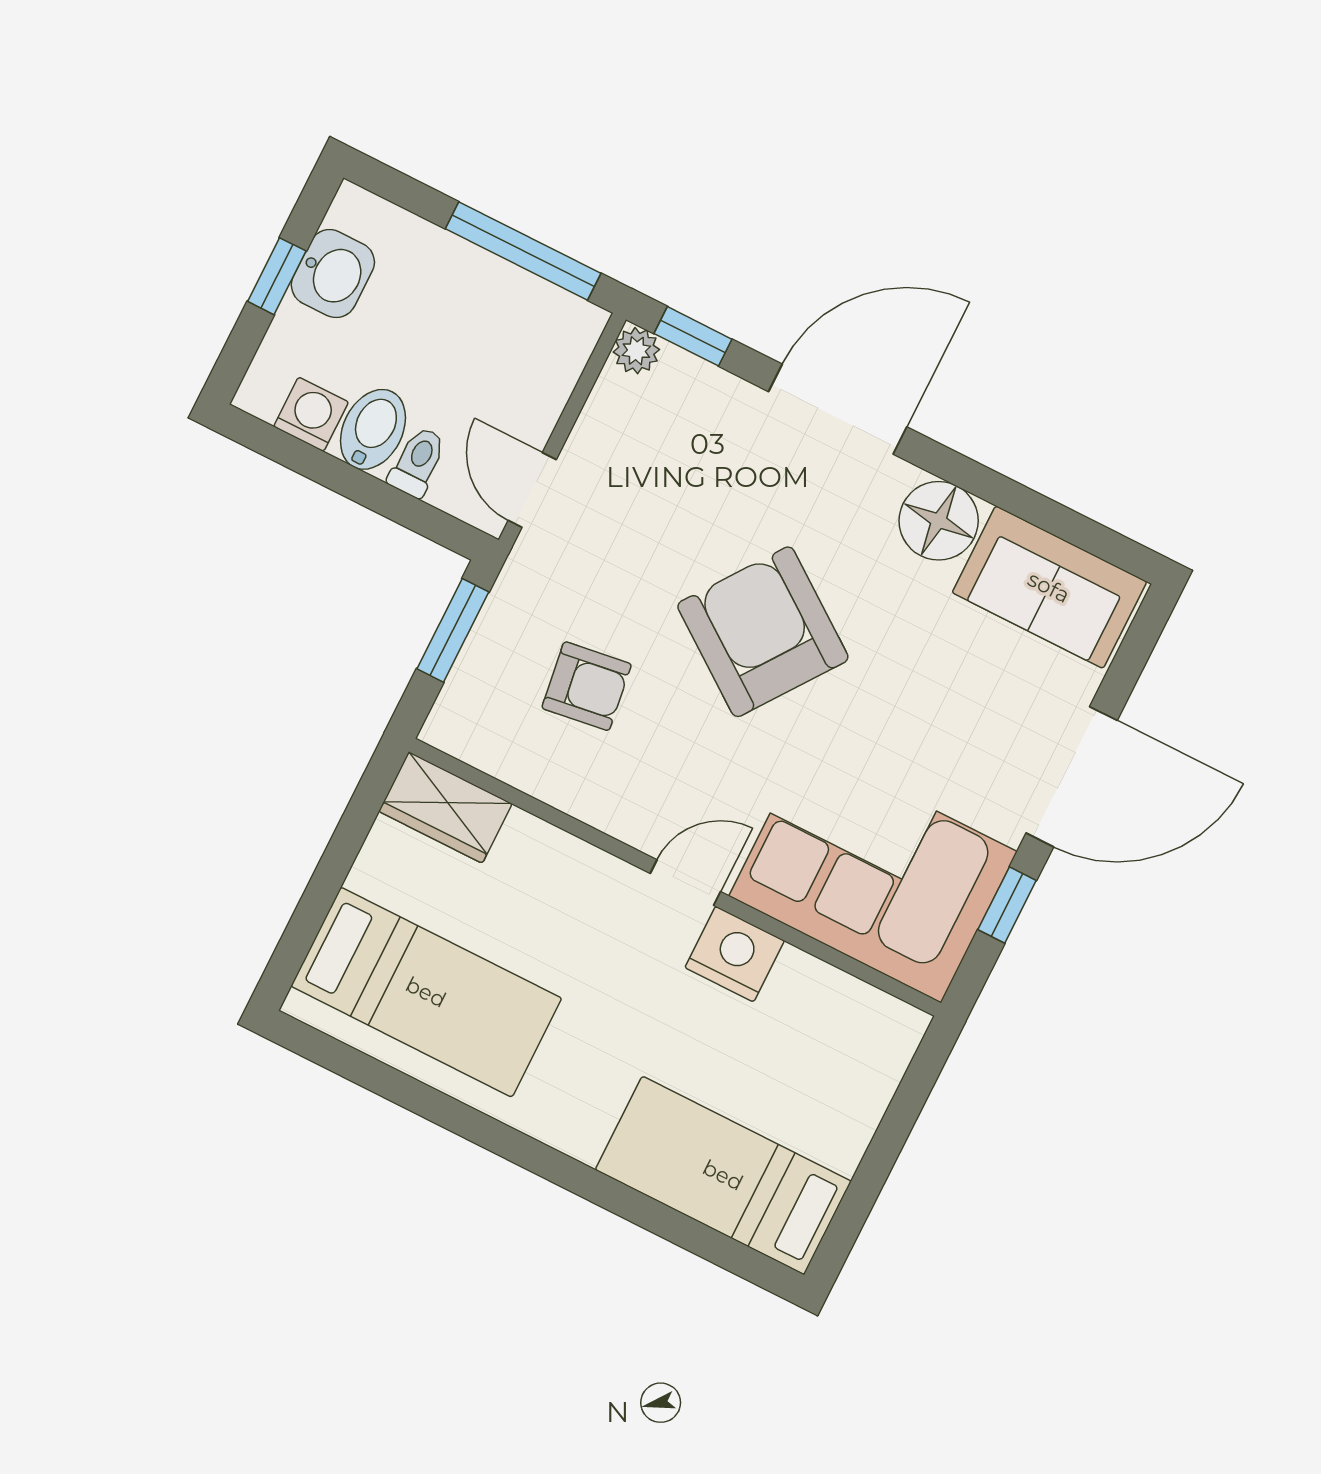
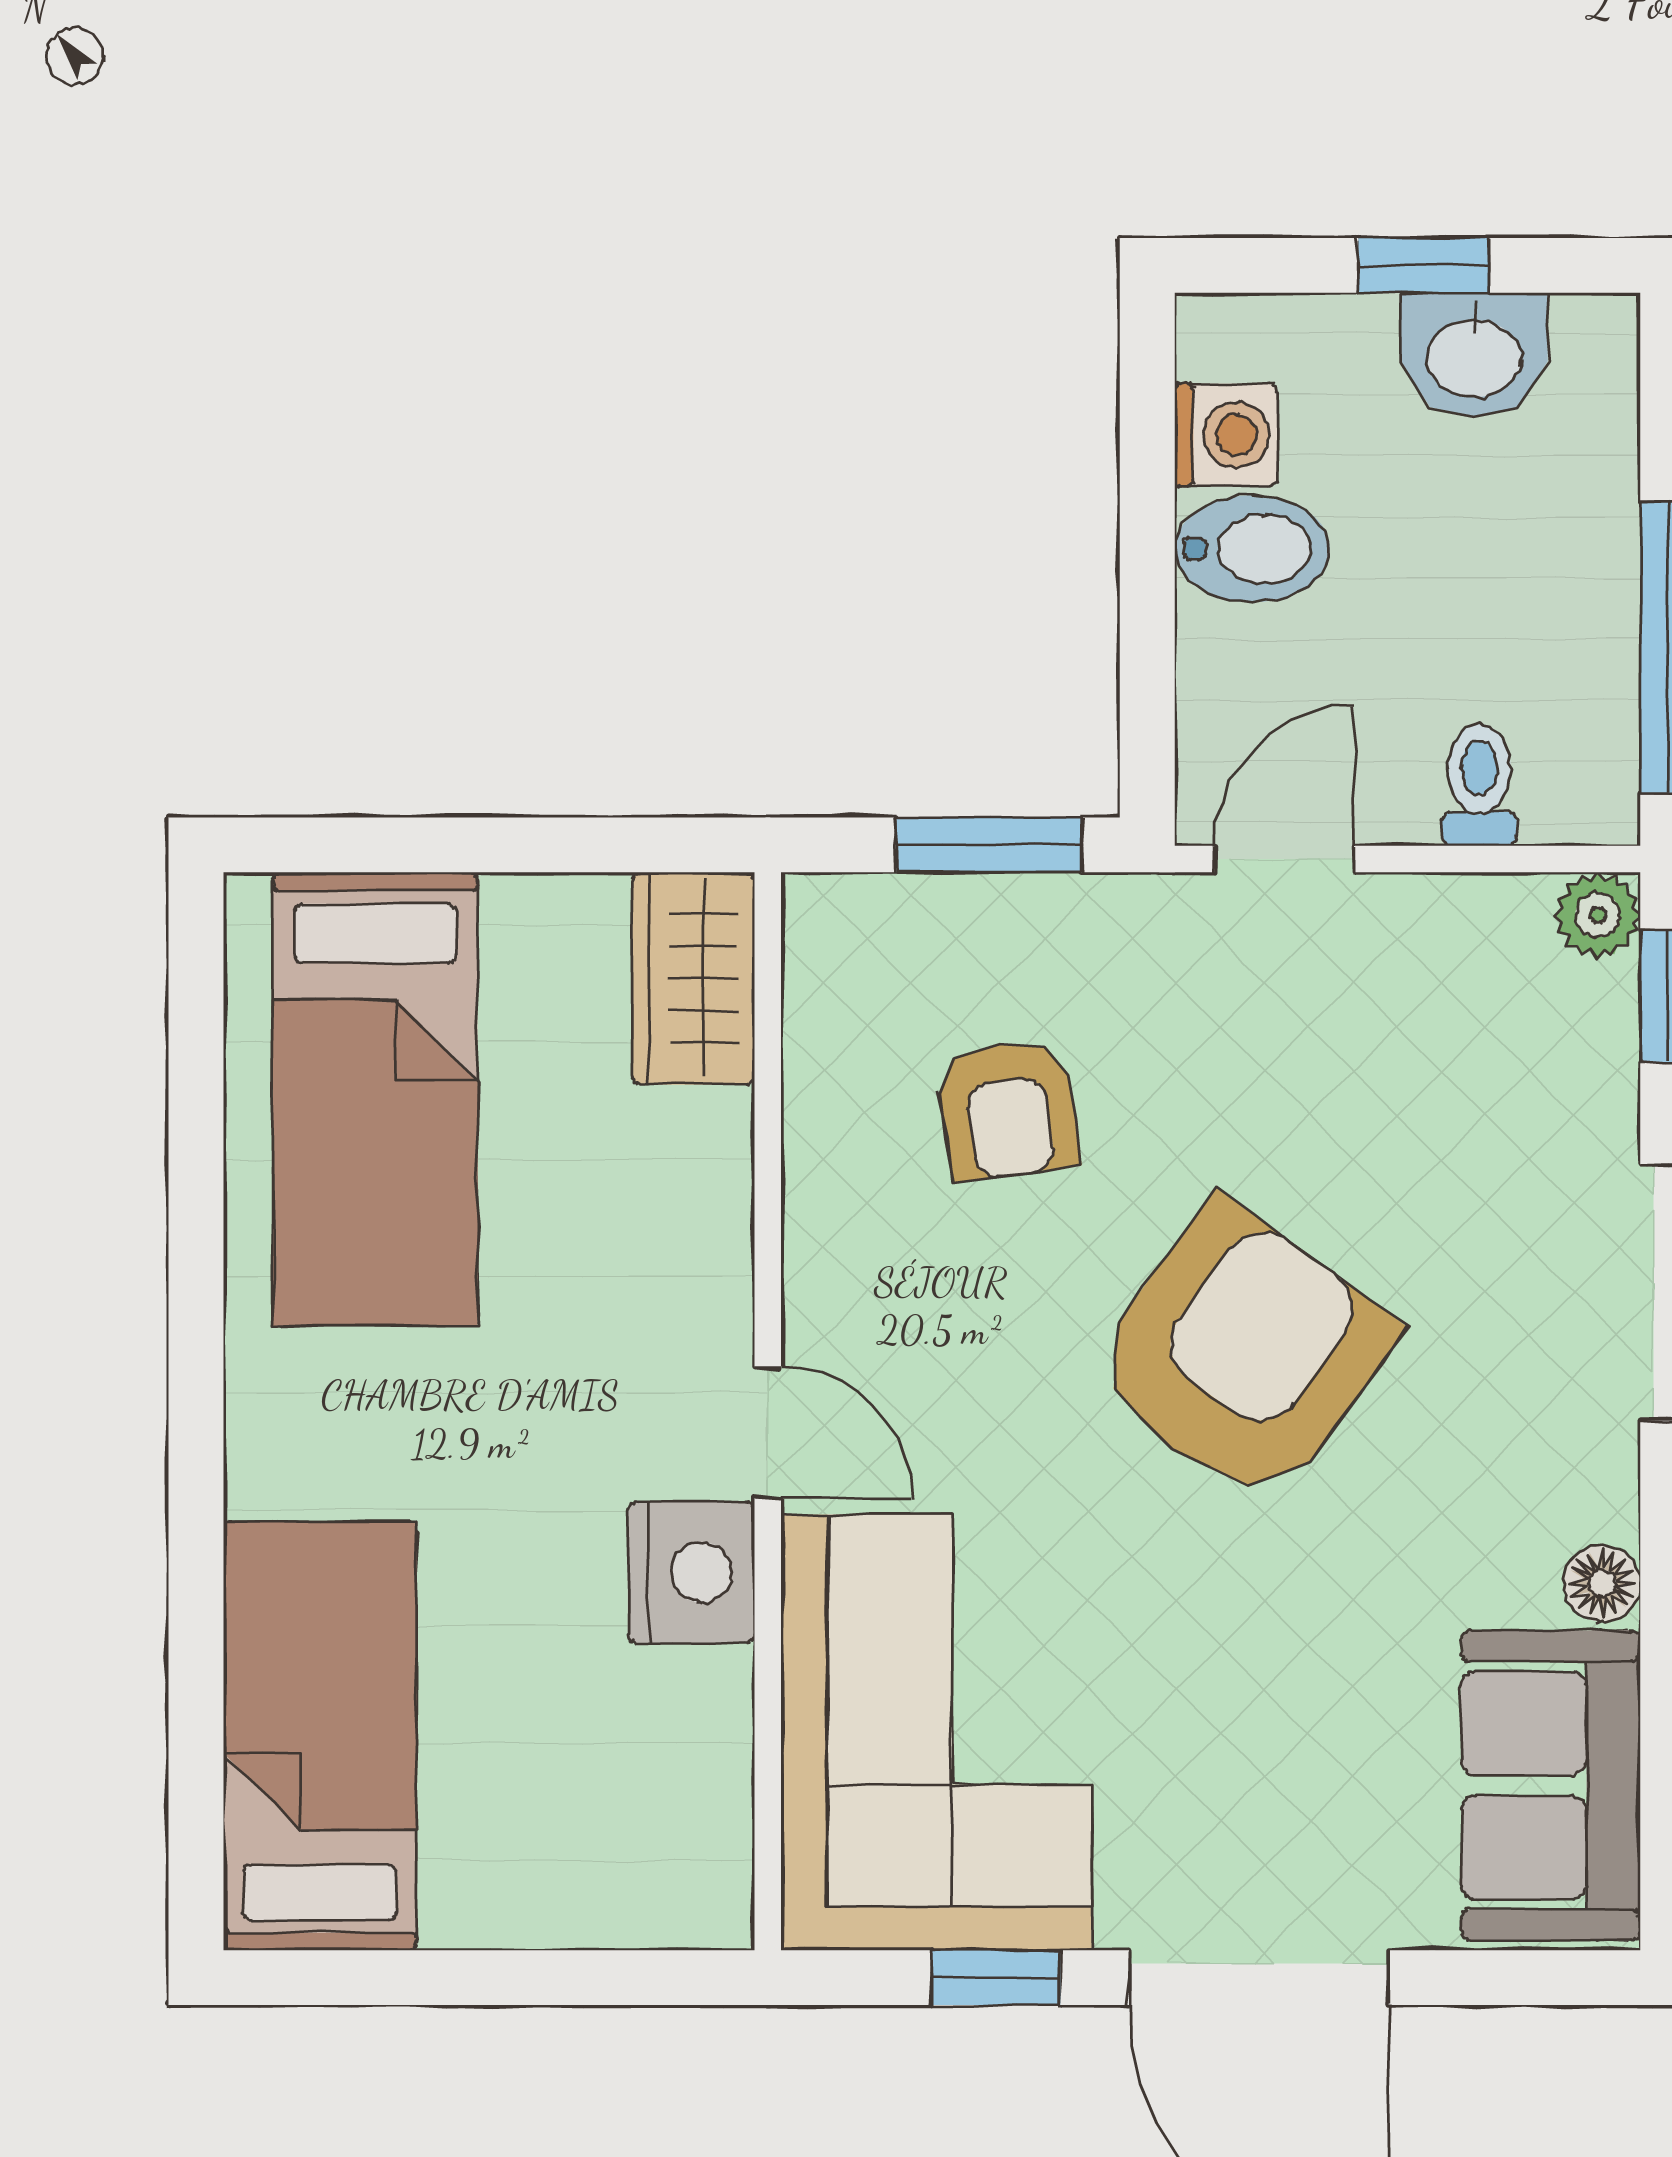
toilet: (418, 462) -> (1479, 785), moved, turned -90
floor lamp: (939, 521) -> (1602, 1583), width x0.53, depth x0.53

